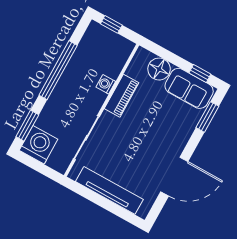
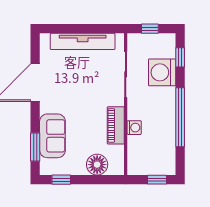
sofa: (189, 88) -> (52, 136), moved, turned 90
window: (27, 126) -> (180, 57), width x0.67
washing machine: (39, 145) -> (162, 72), moved, turned 90
window: (41, 168) -> (150, 29), added

